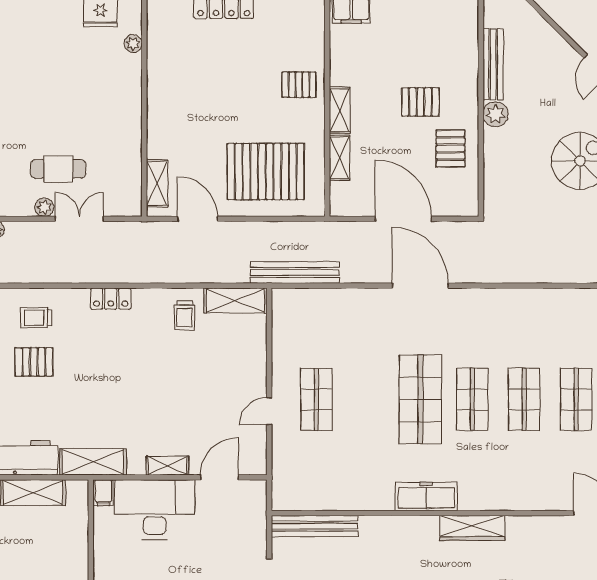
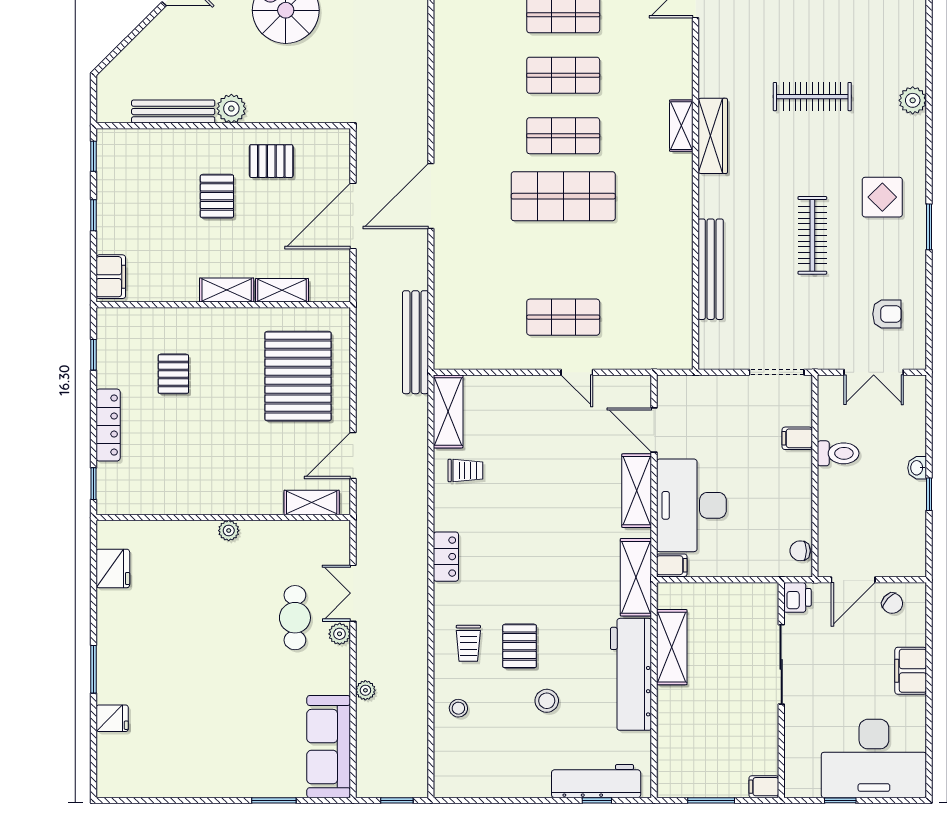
plant: (133, 44) -> (229, 531), moved
pallet: (299, 85) -> (173, 374), moved
shelving: (167, 466) -> (637, 491), width x1.50, depth x1.33
freezer: (426, 497) -> (676, 189), removed
shelving: (481, 501) -> (681, 126), added
bench: (315, 526) -> (711, 269), moved

